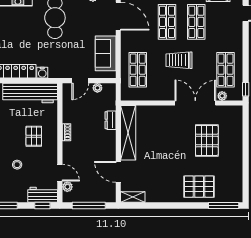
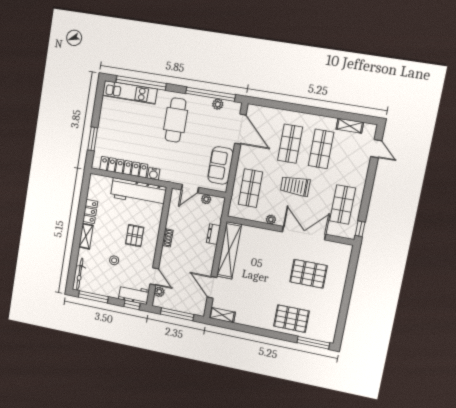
plant: (222, 96) -> (271, 219), moved
pallet: (207, 140) -> (309, 274), turned 90

